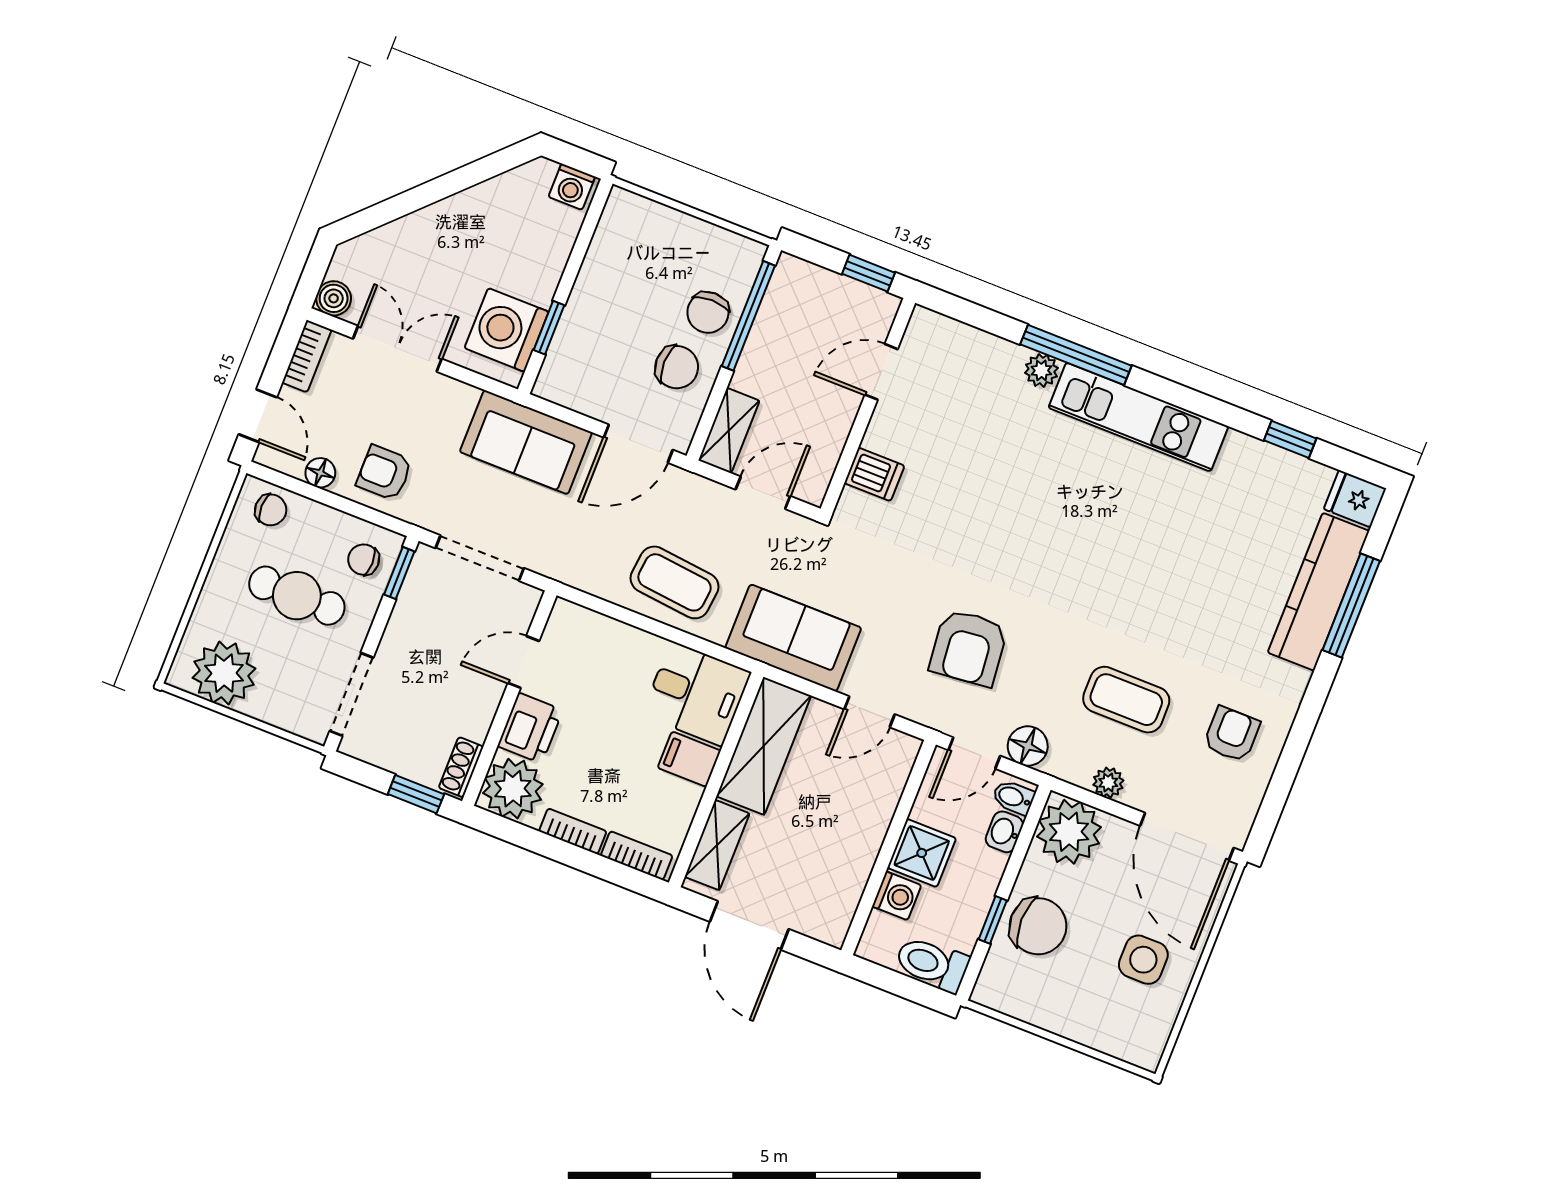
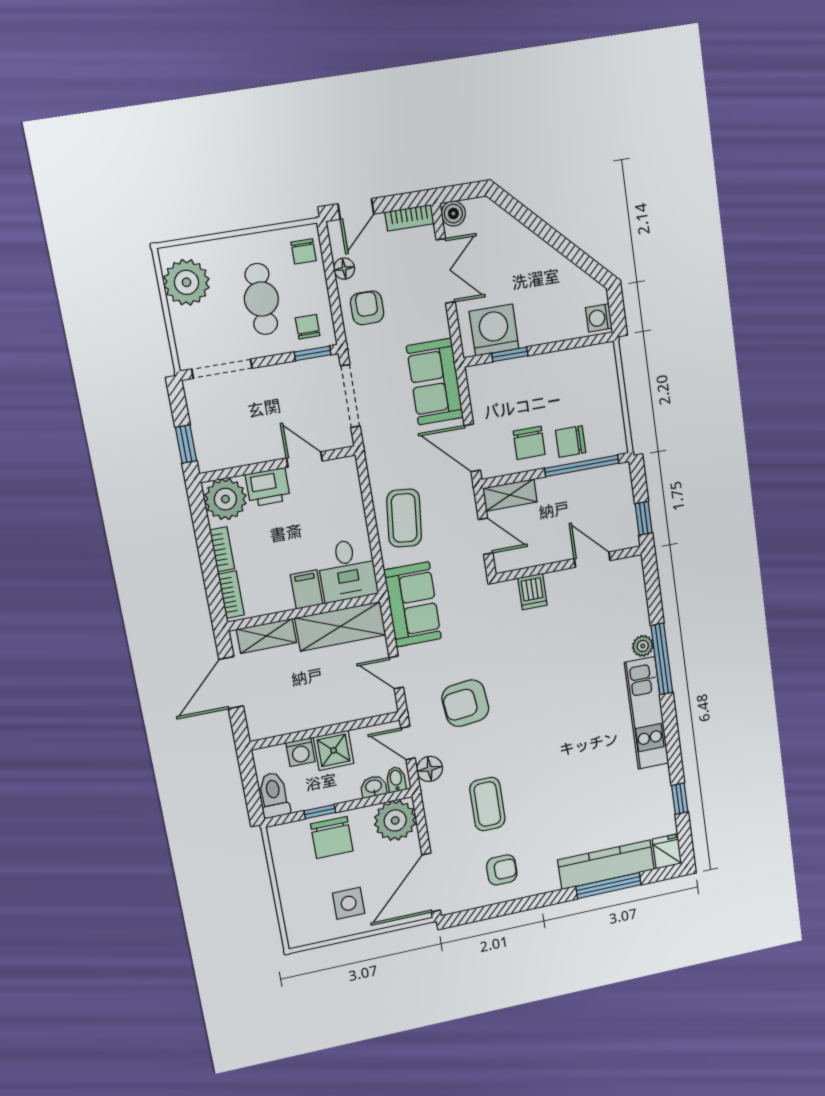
shoe rack: (461, 767) -> (219, 461), removed
plant: (1108, 783) -> (436, 824), removed

